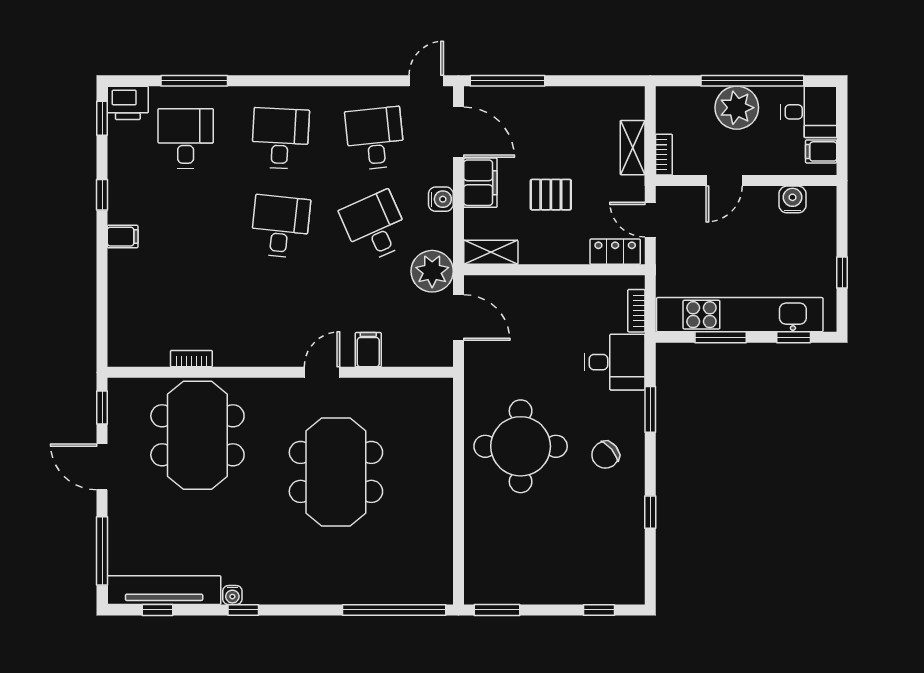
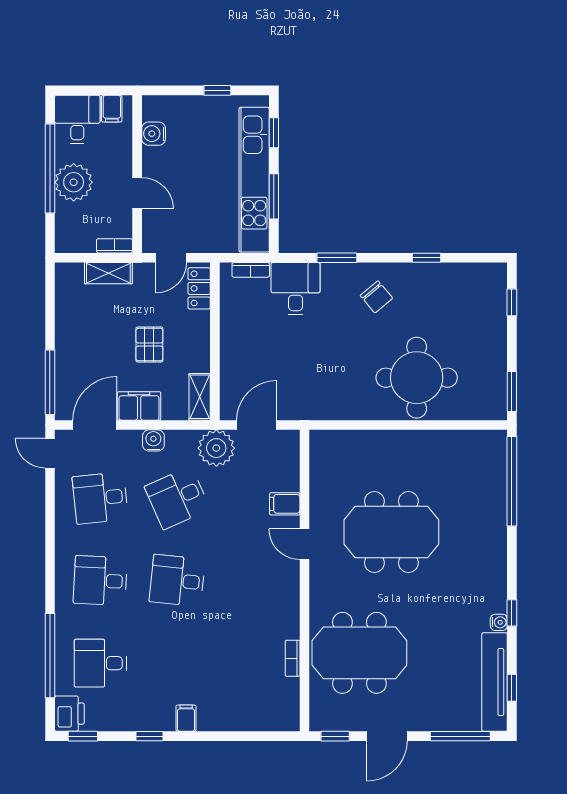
window: (194, 81) -> (50, 656), width x1.46
round table: (521, 446) -> (417, 378), moved

